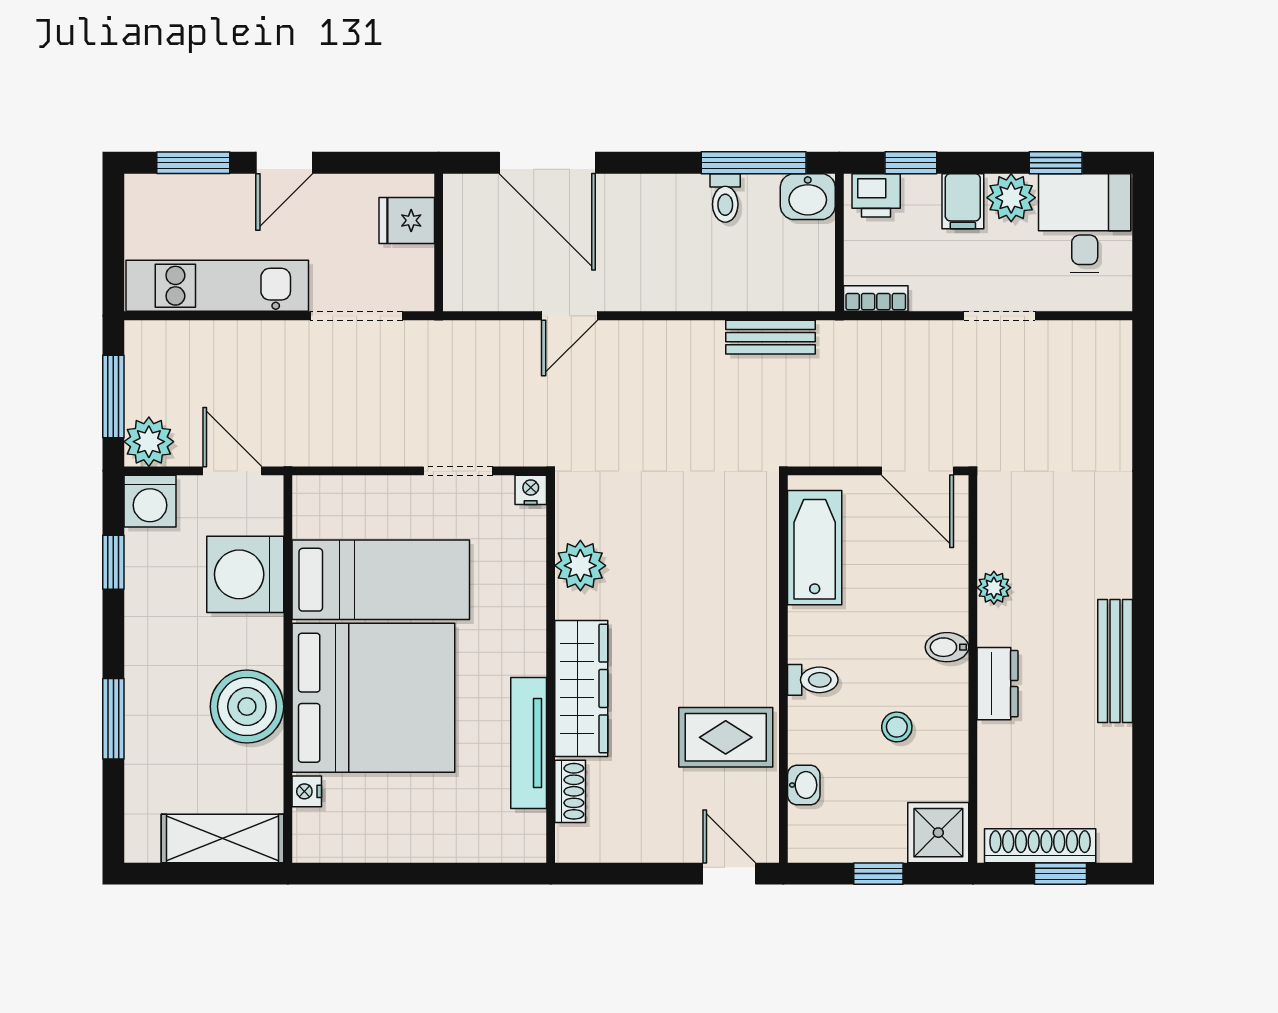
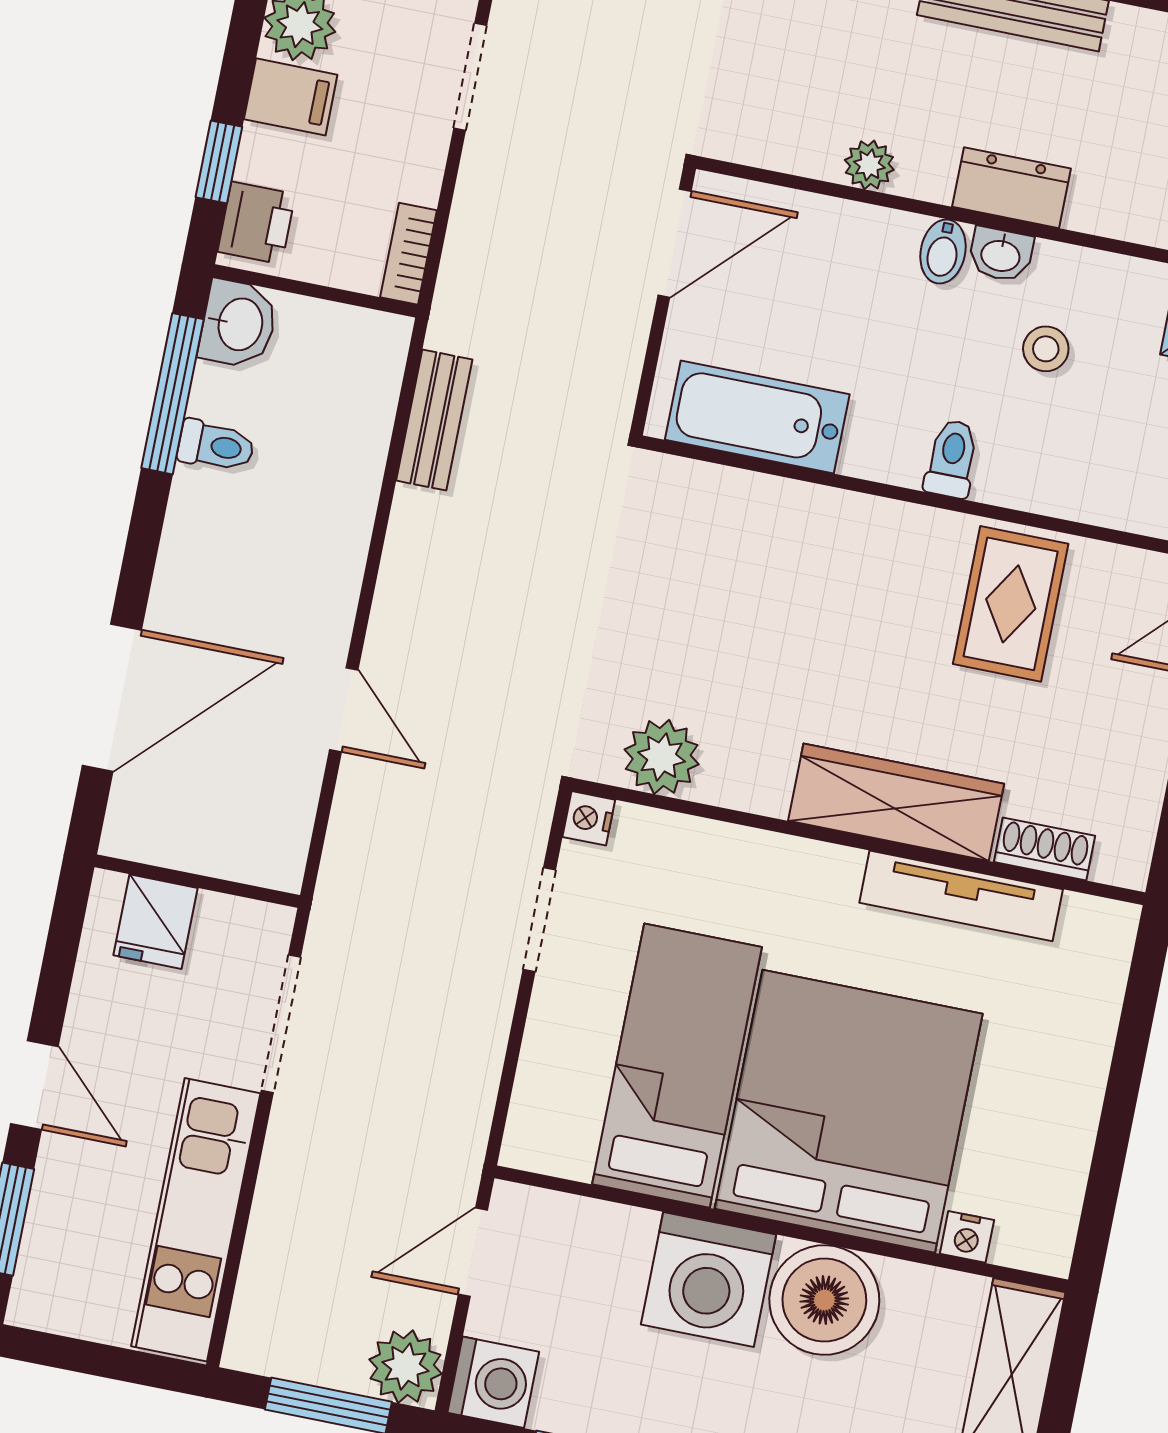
plant: (580, 566) -> (662, 757), moved
washing machine: (245, 574) -> (709, 1279), moved
washbasin: (804, 785) -> (1001, 255), moved, turned 180

